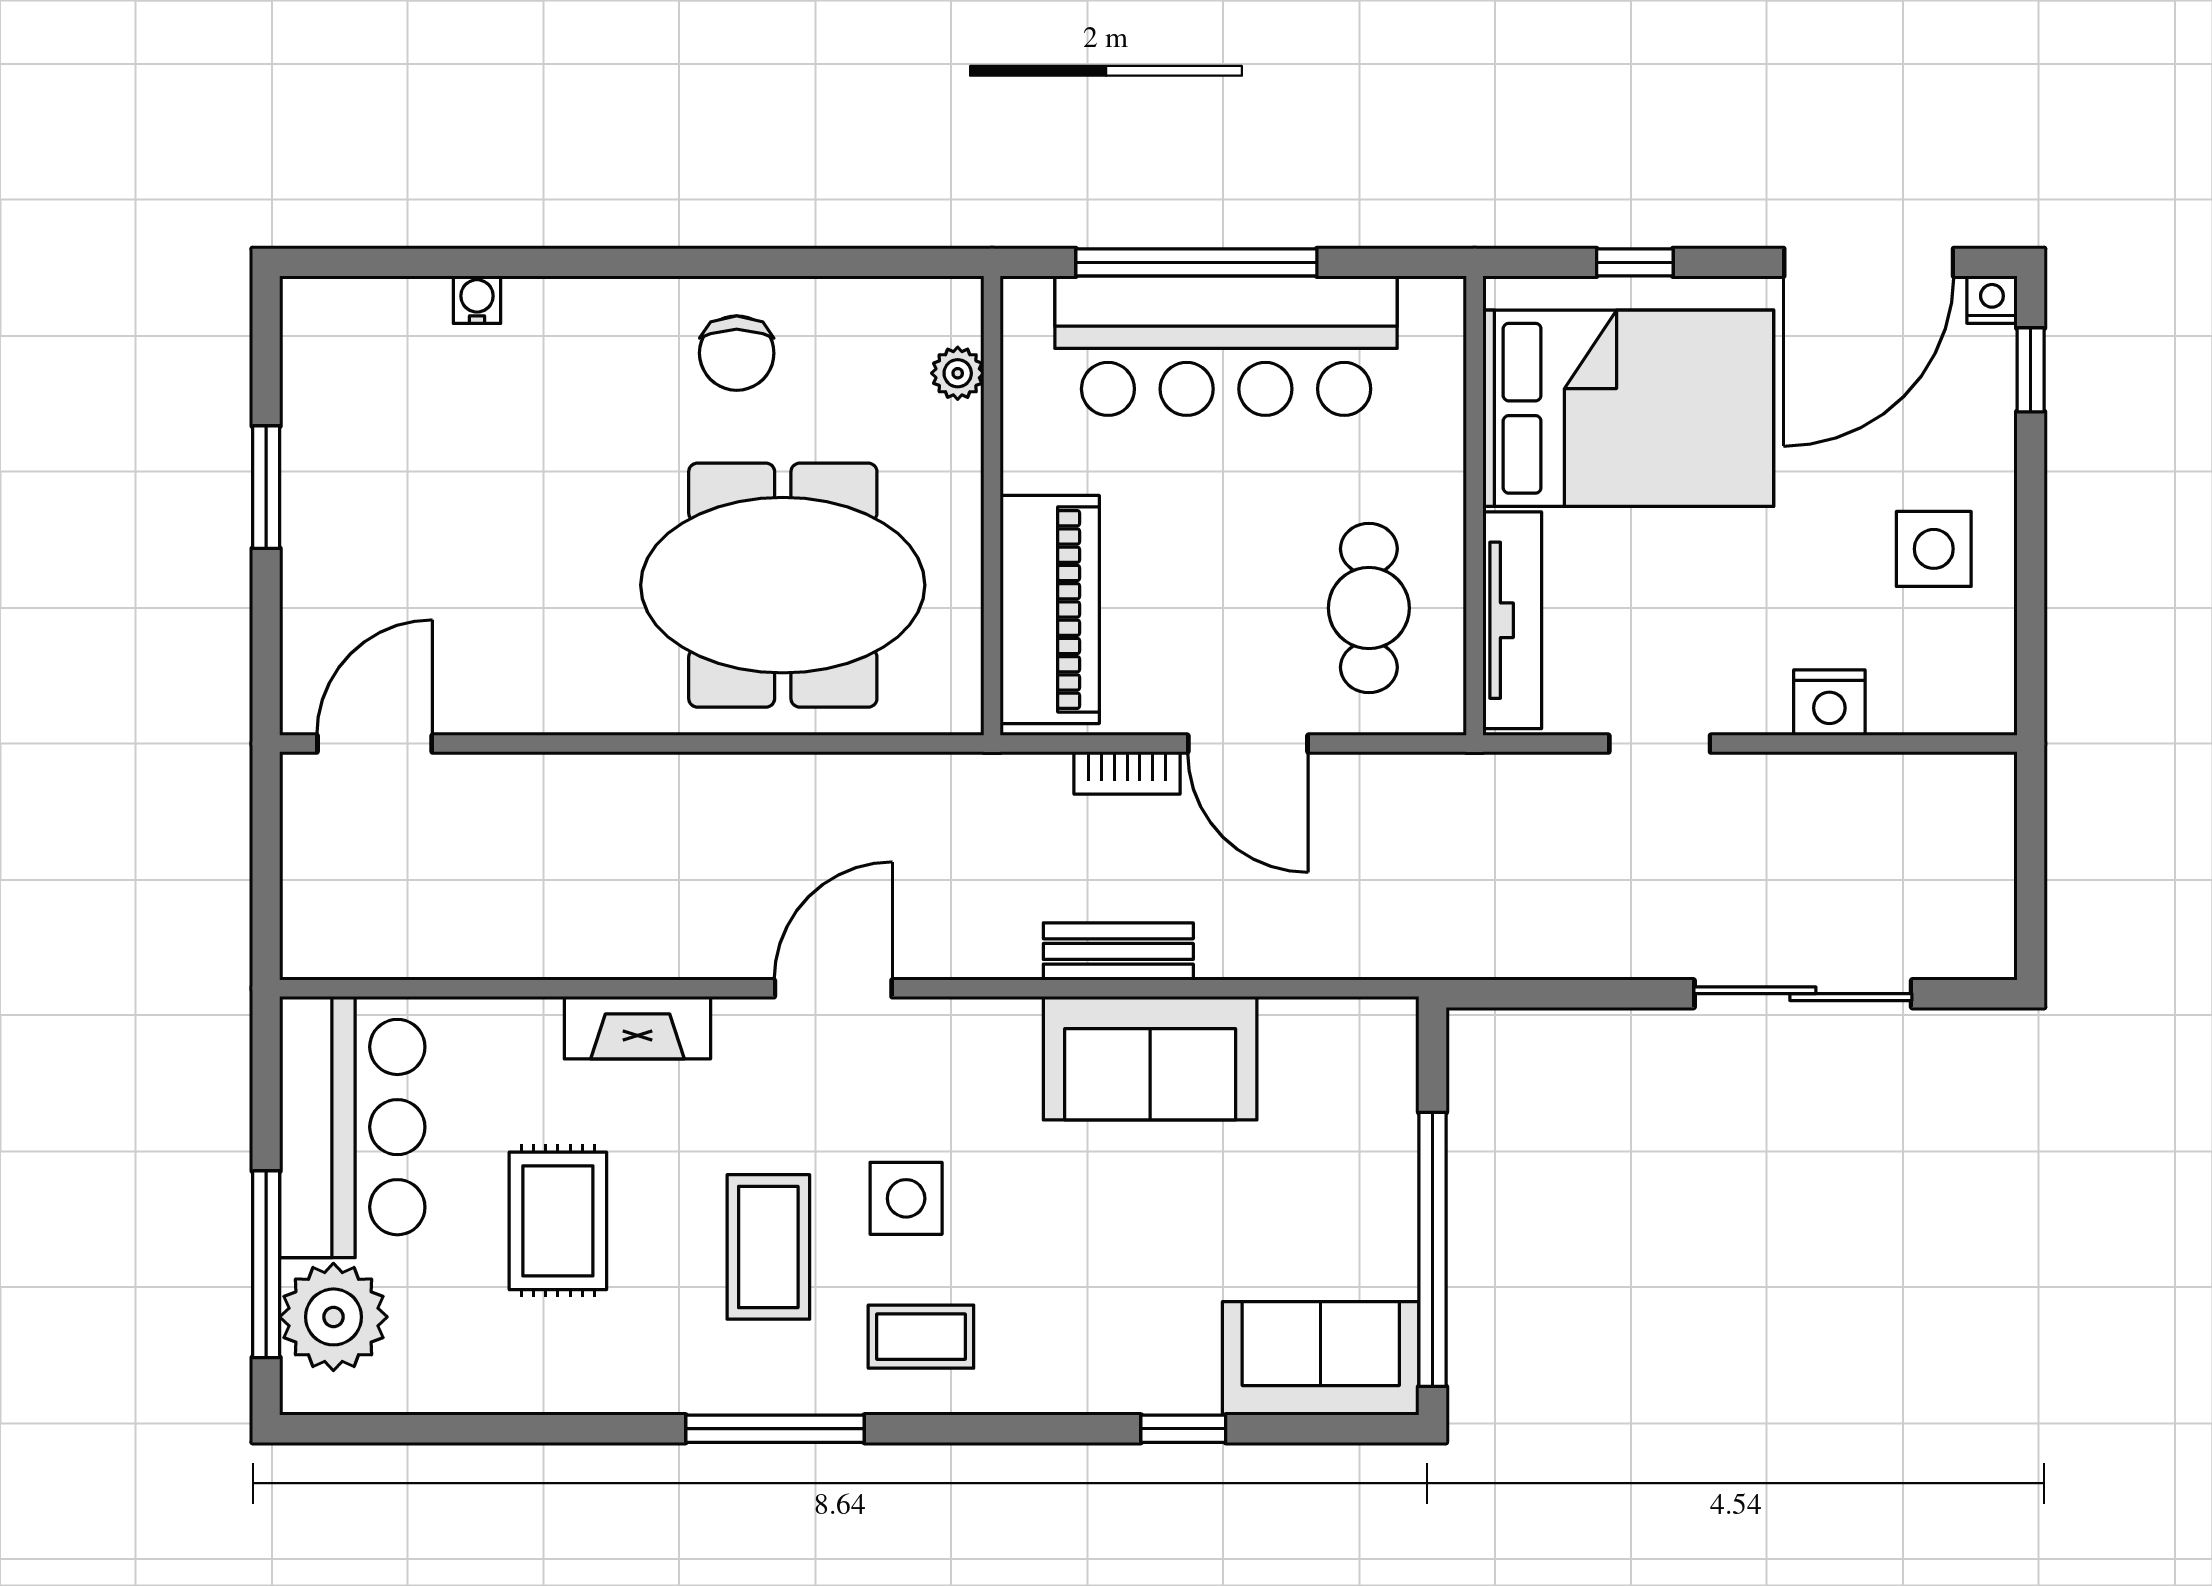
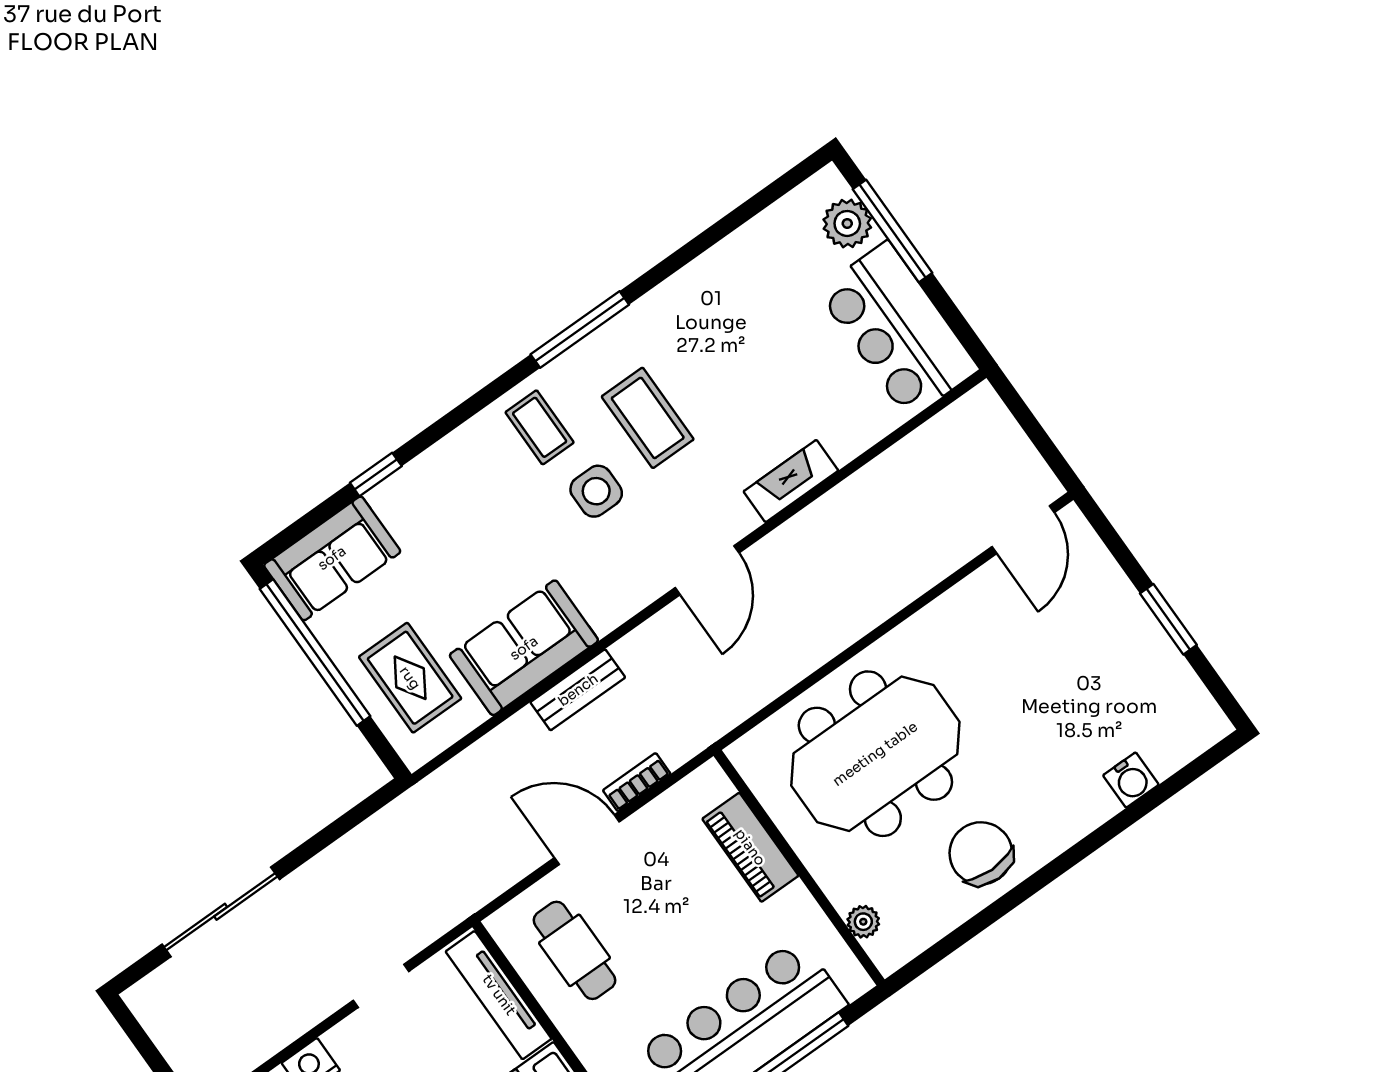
water cooler: (477, 300) -> (1131, 780), width x1.38, depth x1.38
chair: (737, 353) -> (981, 853), width x1.37, depth x1.37
piano: (1050, 609) -> (750, 847), width x0.73, depth x0.75
rug: (558, 1221) -> (410, 678), moved
plant: (333, 1317) -> (847, 223), width x0.73, depth x0.73
coffee table: (921, 1337) -> (540, 427), turned 90

